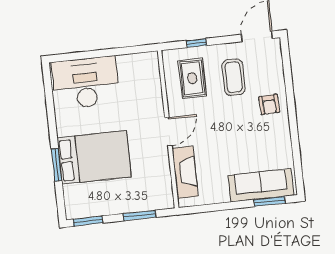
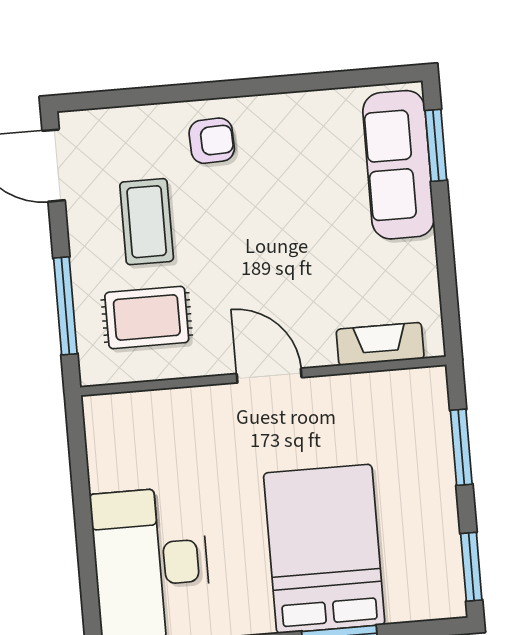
window: (196, 43) -> (65, 306), width x2.17
coffee table: (234, 77) -> (147, 222), turned 90
fireplace: (185, 172) -> (380, 344), width x0.73, depth x0.76

